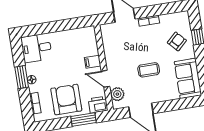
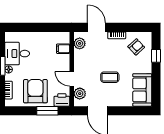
plant: (108, 37) -> (80, 43), added
armchair: (177, 41) -> (136, 47), moved
desk: (36, 48) -> (17, 54), moved
filing cabinet: (93, 62) -> (63, 49), moved

